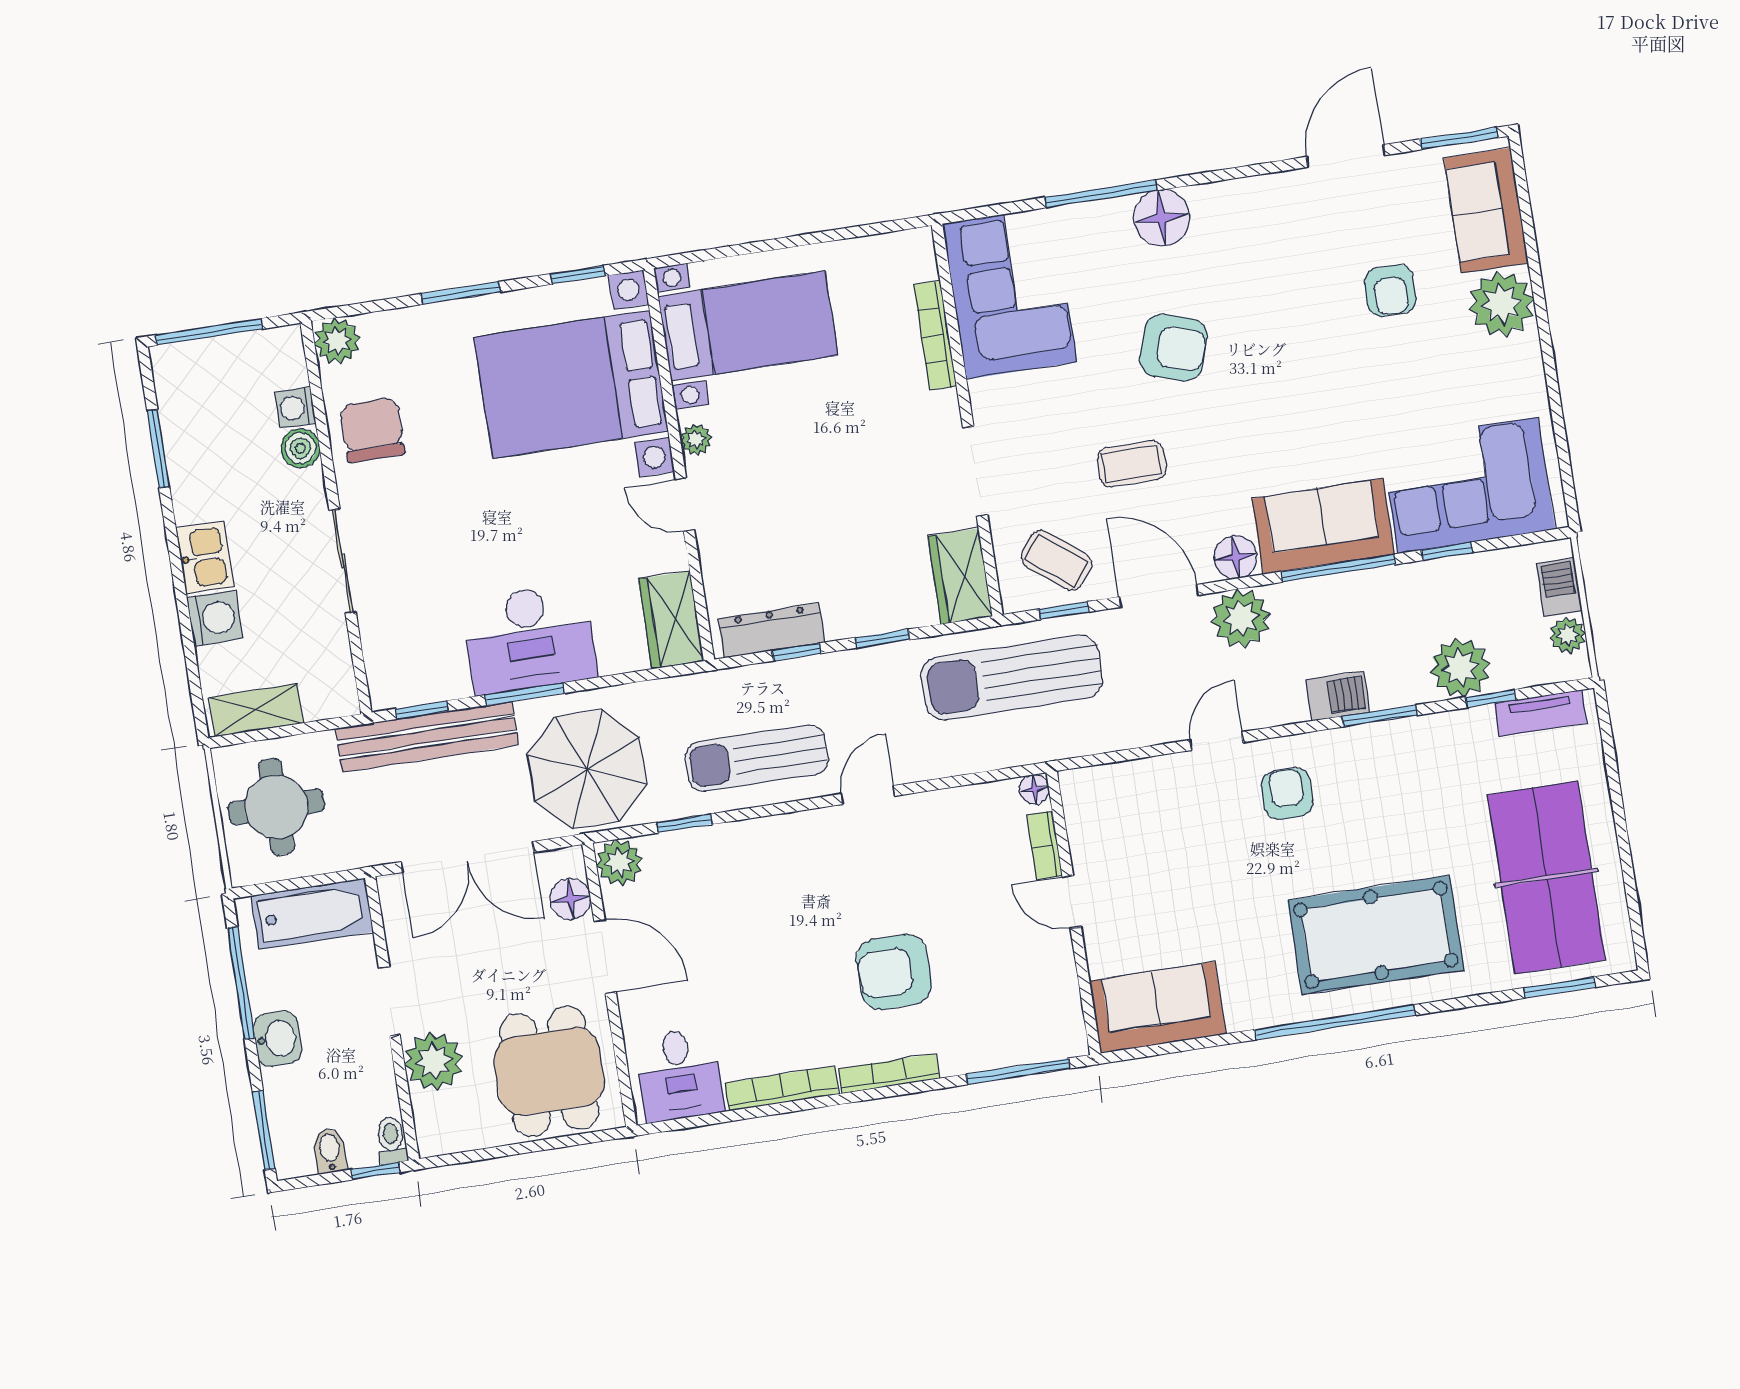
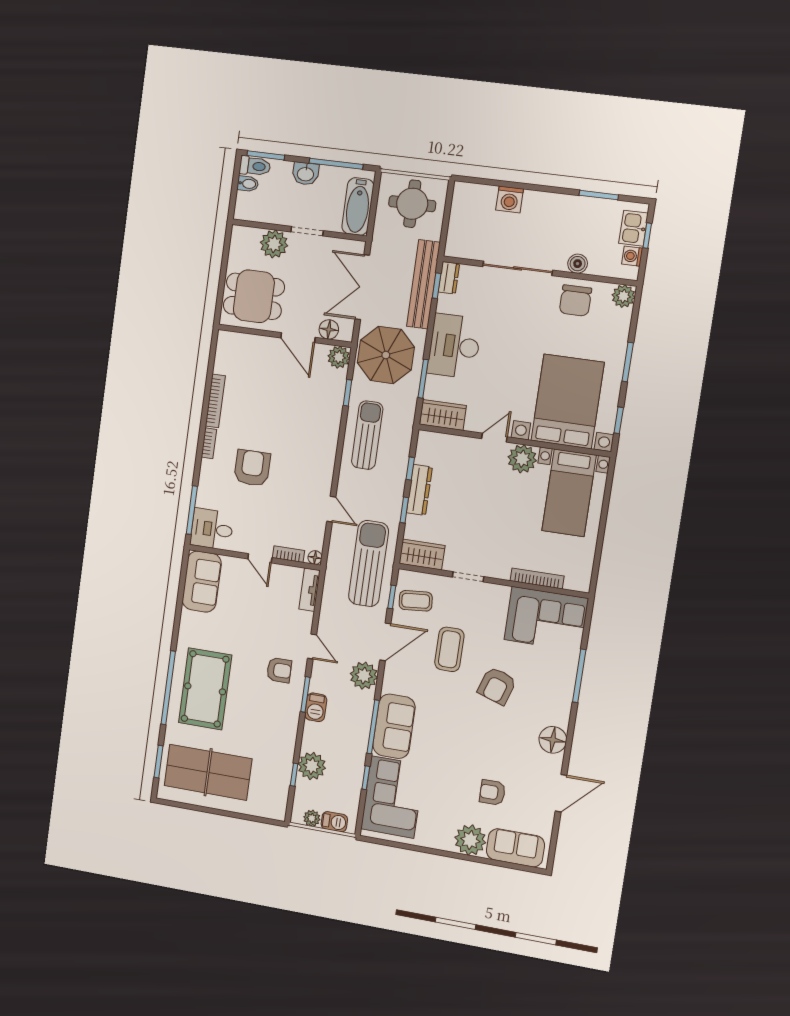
window: (1459, 138) -> (553, 847), removed
door: (1346, 156) -> (561, 793), hinge flipped
floor lamp: (1162, 218) -> (553, 740), moved
window: (209, 332) -> (647, 236), width x0.46
washing machine: (295, 408) -> (632, 256), moved, turned -90
chair: (372, 430) -> (575, 301), turned 90
plant: (696, 440) -> (522, 459), width x1.87, depth x1.87
coffee table: (1132, 464) -> (449, 649), width x1.36, depth x1.30
doorway: (975, 471) -> (468, 577), width x0.73
kitchen sink: (205, 557) -> (633, 228), moved, turned 90
floor lamp: (1236, 557) -> (392, 682), removed
coffee table: (1056, 560) -> (416, 601), turned 47
sliding door: (343, 561) -> (518, 268), width x1.37
dresser: (771, 630) -> (419, 490), moved
dresser: (400, 690) -> (449, 278), added
window: (525, 694) -> (423, 379), moved
shelving: (256, 710) -> (460, 207), removed
tv unit: (1541, 713) -> (309, 590), moved
window: (1380, 716) -> (305, 694), moved
door: (868, 795) -> (331, 509), moved
door: (1072, 902) -> (260, 558), swing flipped
door: (605, 957) -> (298, 338), hinge flipped
window: (1335, 1022) -> (168, 688), moved
bookcase: (889, 1073) -> (209, 443), width x0.64
desk: (679, 1075) -> (212, 529), moved
toilet: (391, 1140) -> (255, 166), moved, width x1.37, depth x1.39
window: (376, 1171) -> (233, 202), removed

